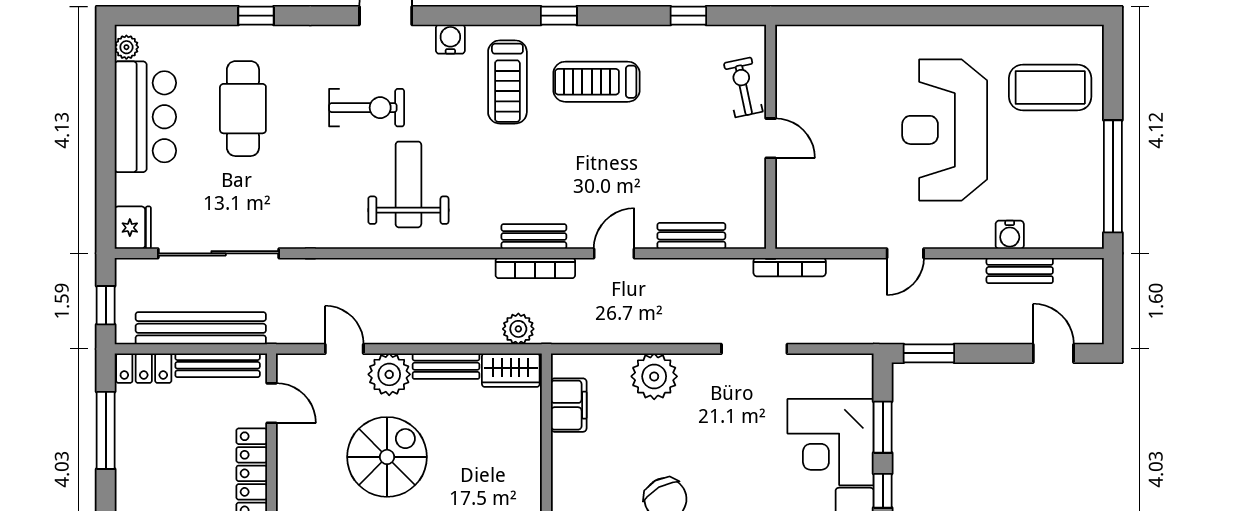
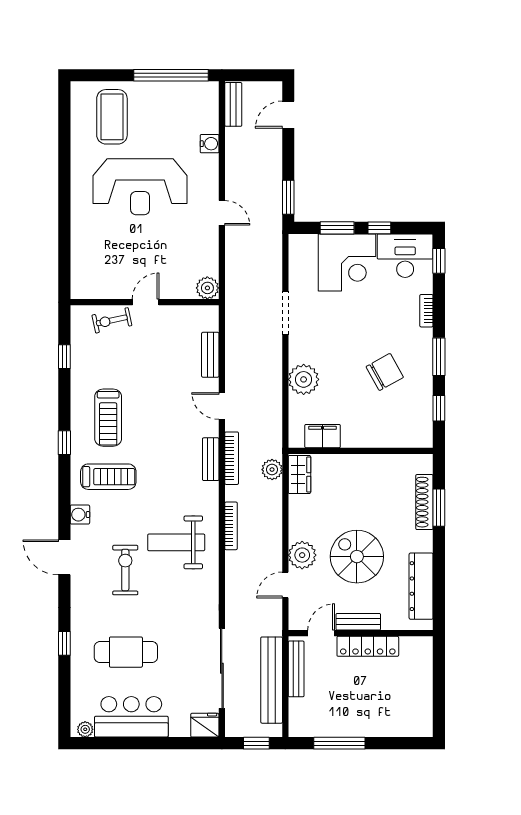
plant: (792, 232) -> (207, 288), added
bookcase: (790, 267) -> (231, 526), moved
bench: (1020, 271) -> (233, 104), moved
bench: (446, 366) -> (358, 622), moved, turned 90
locker: (144, 368) -> (298, 718), removed

